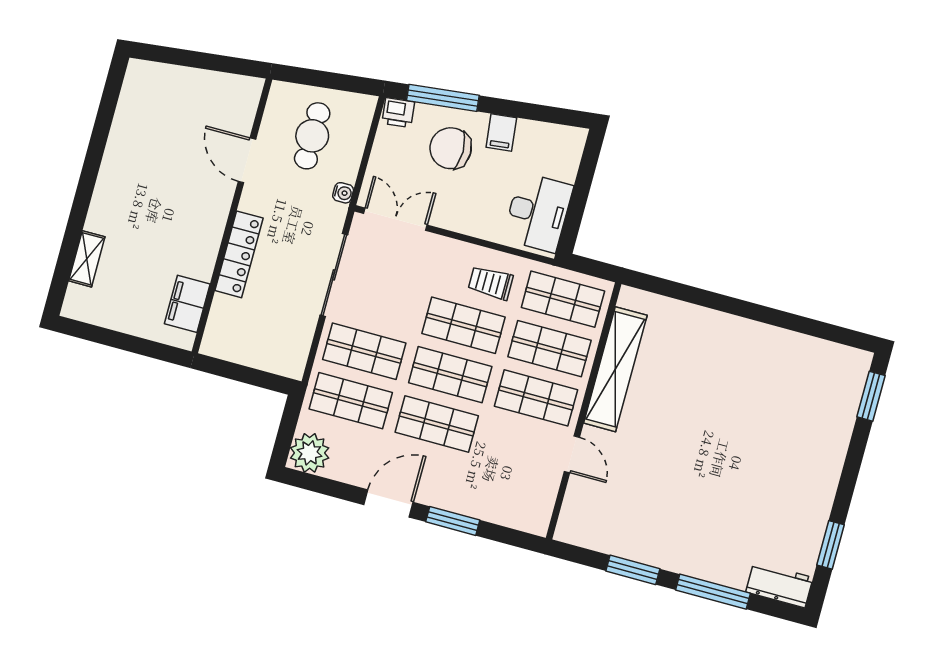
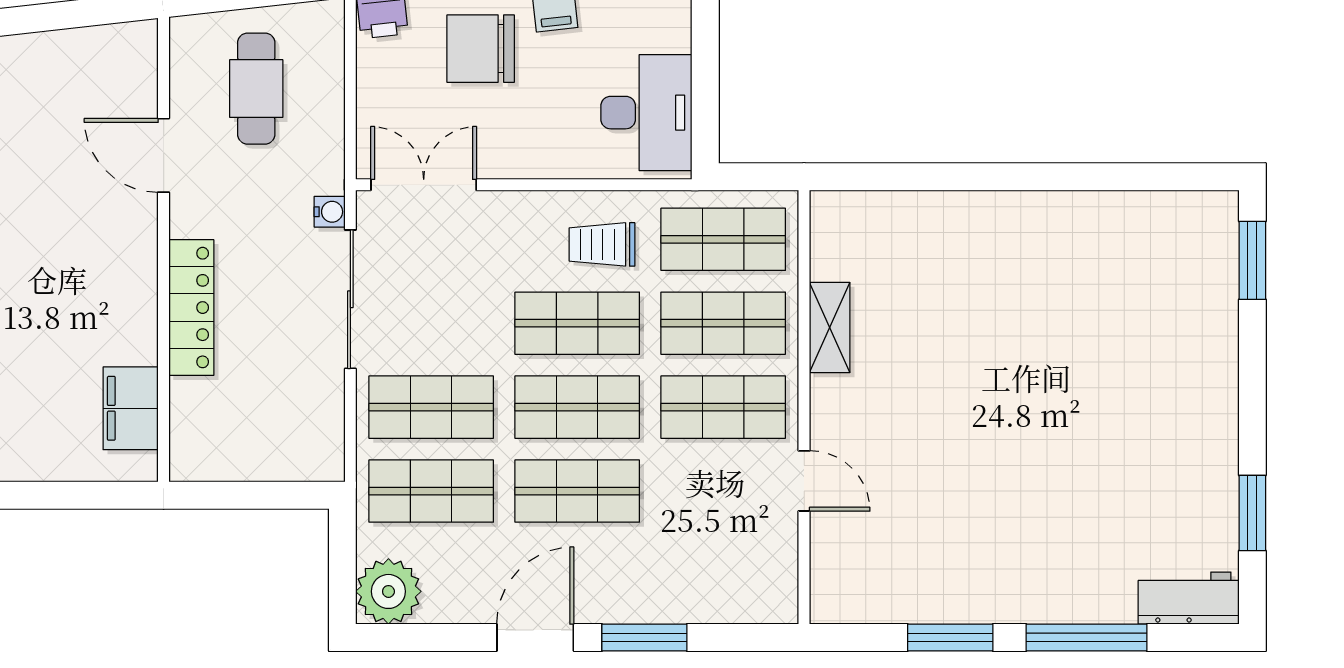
water cooler: (343, 193) -> (330, 212), moved
shelving: (615, 369) -> (830, 328), width x0.45, depth x0.75

